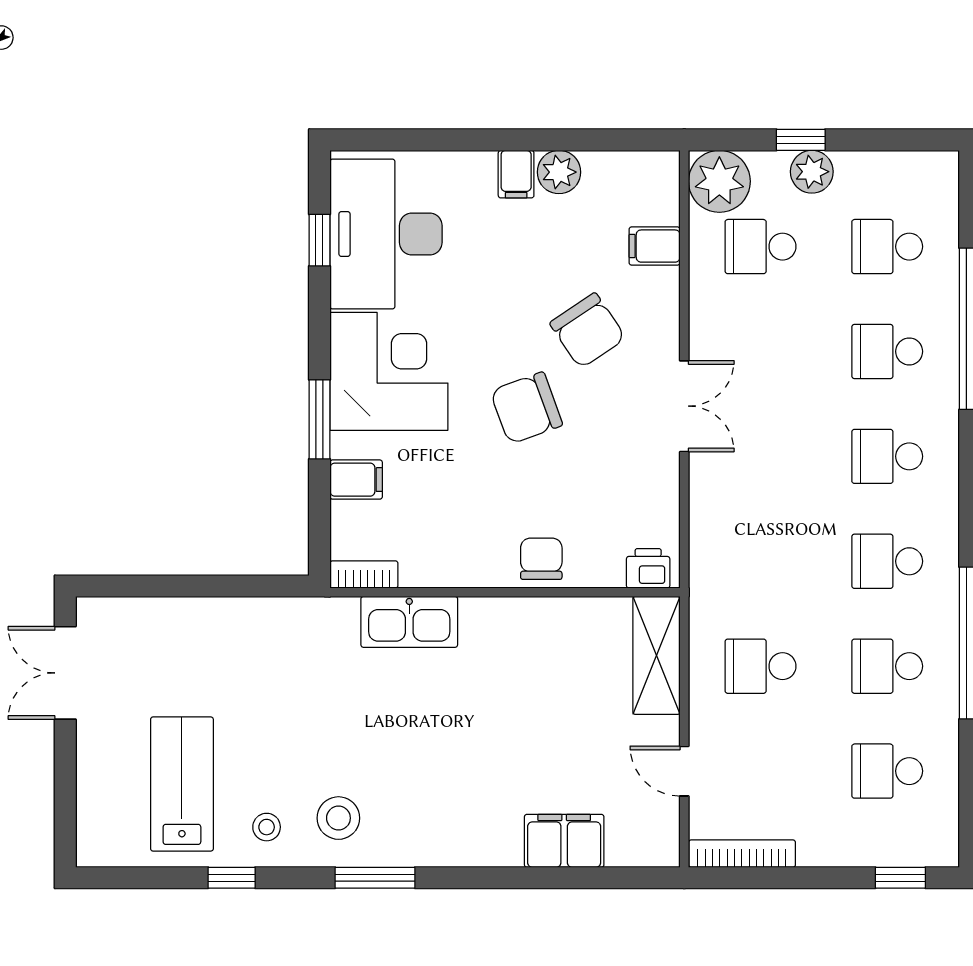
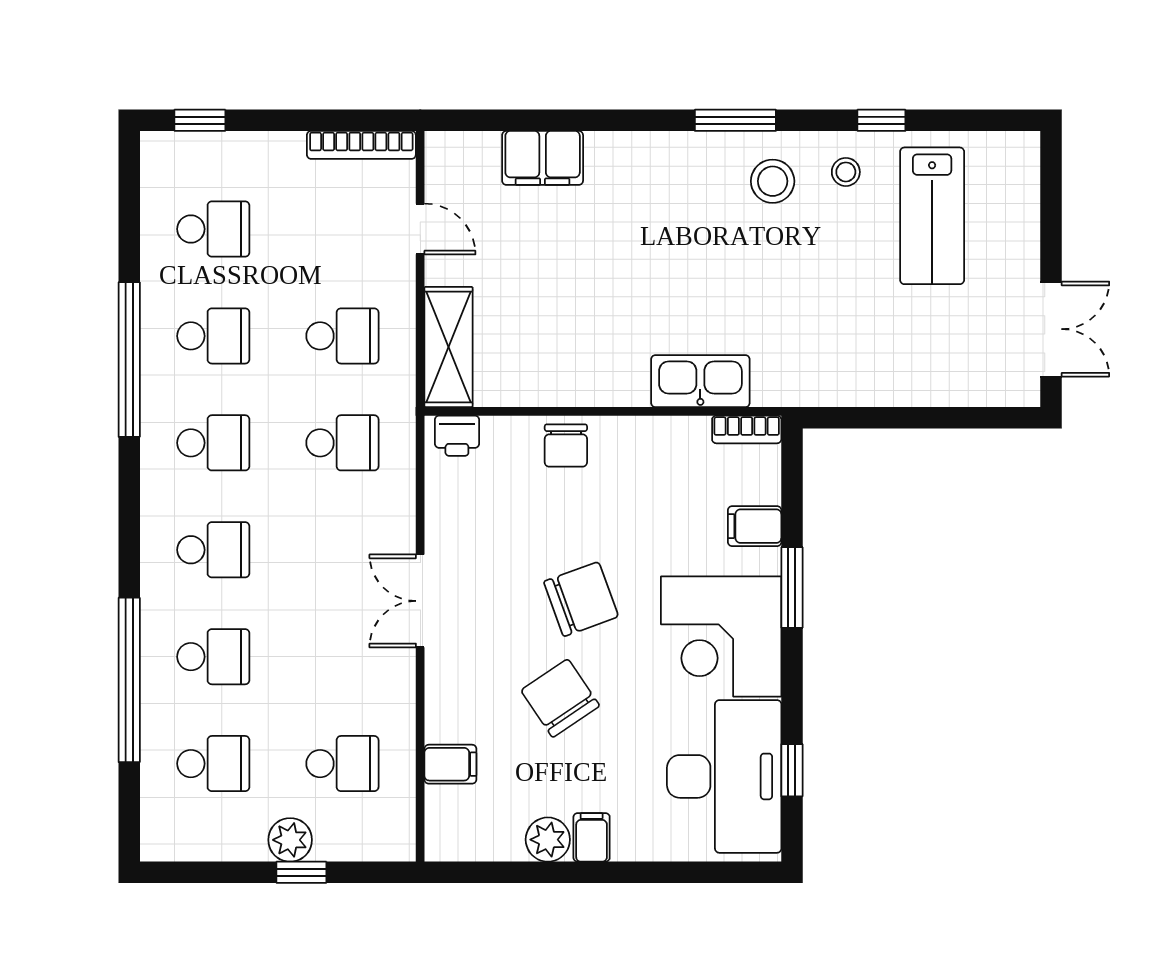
plant: (719, 181) -> (384, 830), removed
chair: (588, 331) -> (560, 698), moved
school desk: (761, 561) -> (342, 443), added

